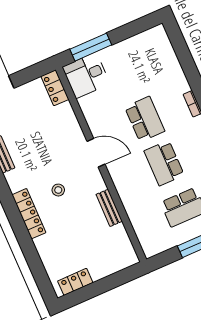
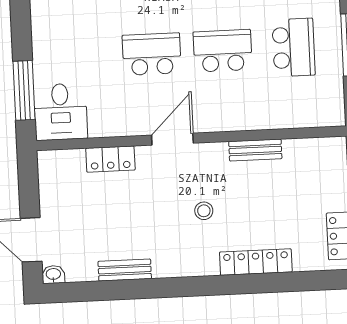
locker: (55, 88) -> (110, 159), moved
school desk: (164, 163) -> (223, 51), turned 180
locker: (29, 214) -> (256, 262), moved

